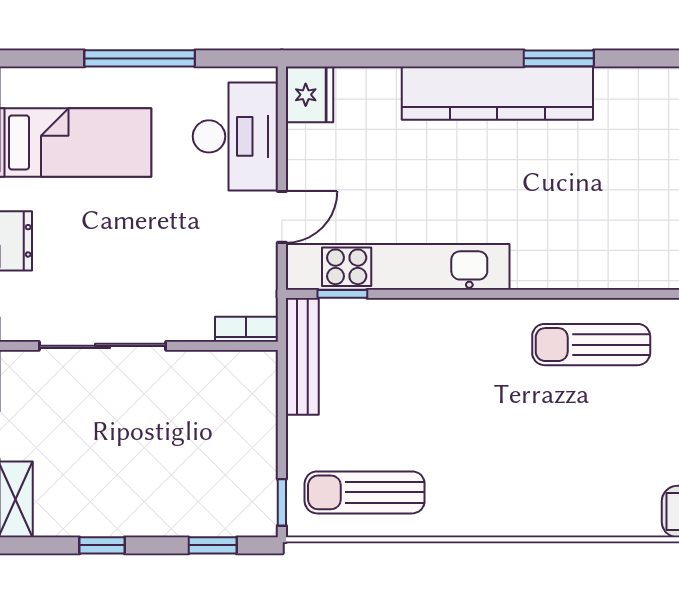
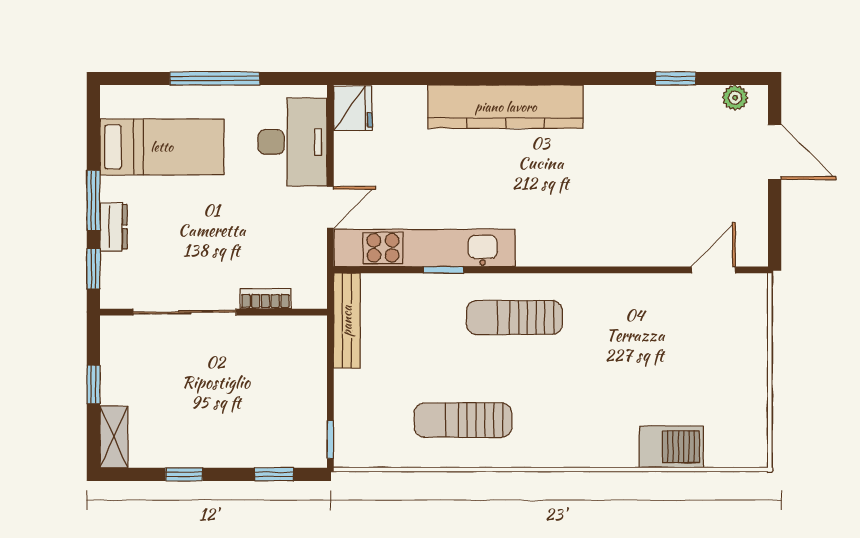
window: (559, 58) -> (555, 78), removed
window: (342, 294) -> (444, 270), moved
bookcase: (246, 329) -> (265, 299), moved
sun lounger: (591, 345) -> (514, 317), moved
sun lounger: (365, 492) -> (463, 420), moved

